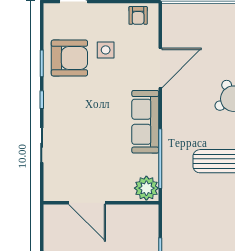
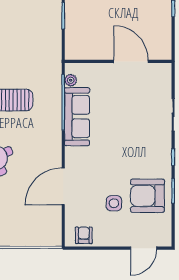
sofa: (145, 122) -> (77, 117), moved
plant: (146, 188) -> (71, 80), width x0.53, depth x0.53

